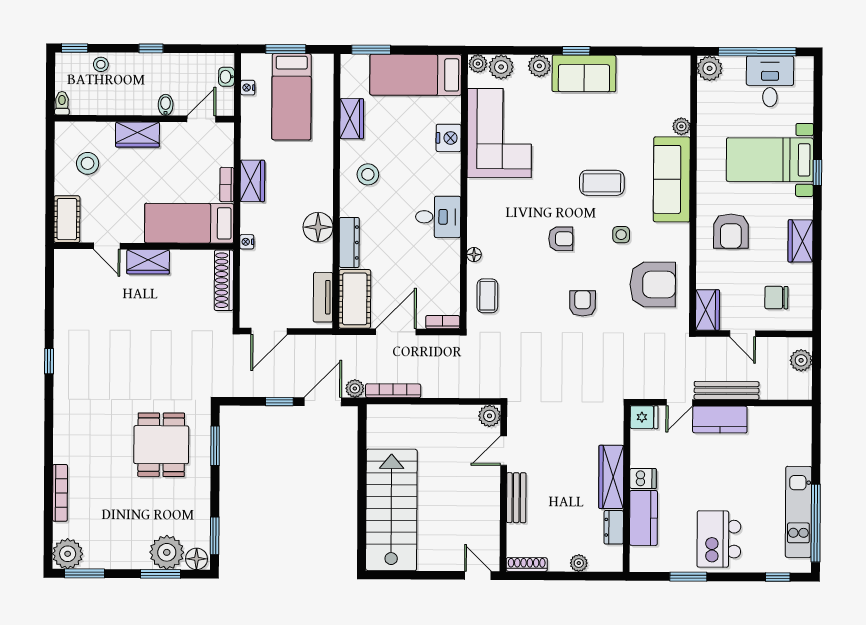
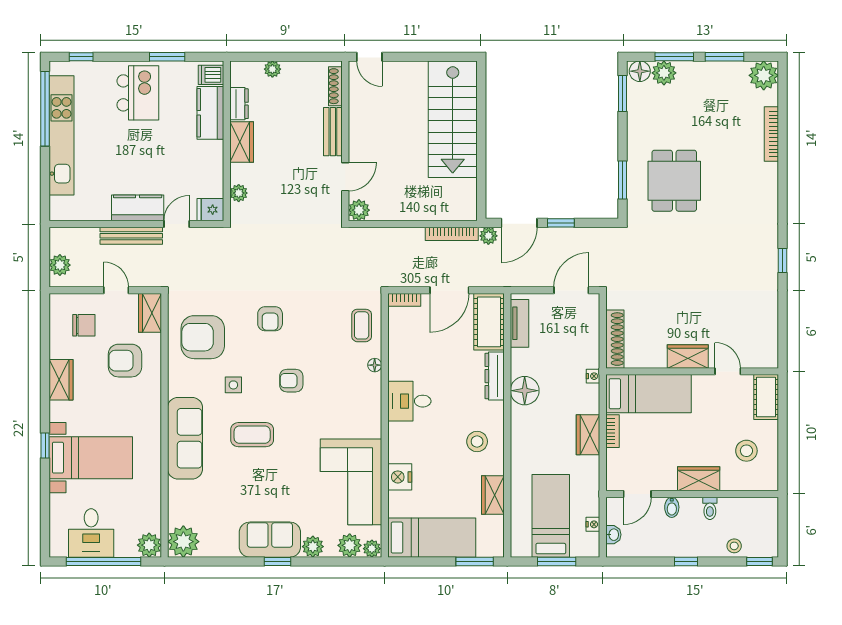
toilet: (62, 103) -> (710, 508), moved
plant: (681, 126) -> (183, 542), moved, width x1.87, depth x1.87
armchair: (731, 231) -> (125, 361), moved, turned -90
plant: (615, 434) -> (239, 193), added
wardrobe: (611, 477) -> (242, 142), width x0.67
dishwasher: (643, 478) -> (211, 75), moved
kitchen unit: (799, 512) -> (62, 135), width x1.36
plant: (167, 552) -> (664, 73), width x0.73, depth x0.73
shoe rack: (527, 564) -> (335, 86), moved, turned 90
window: (84, 573) -> (725, 57), moved

